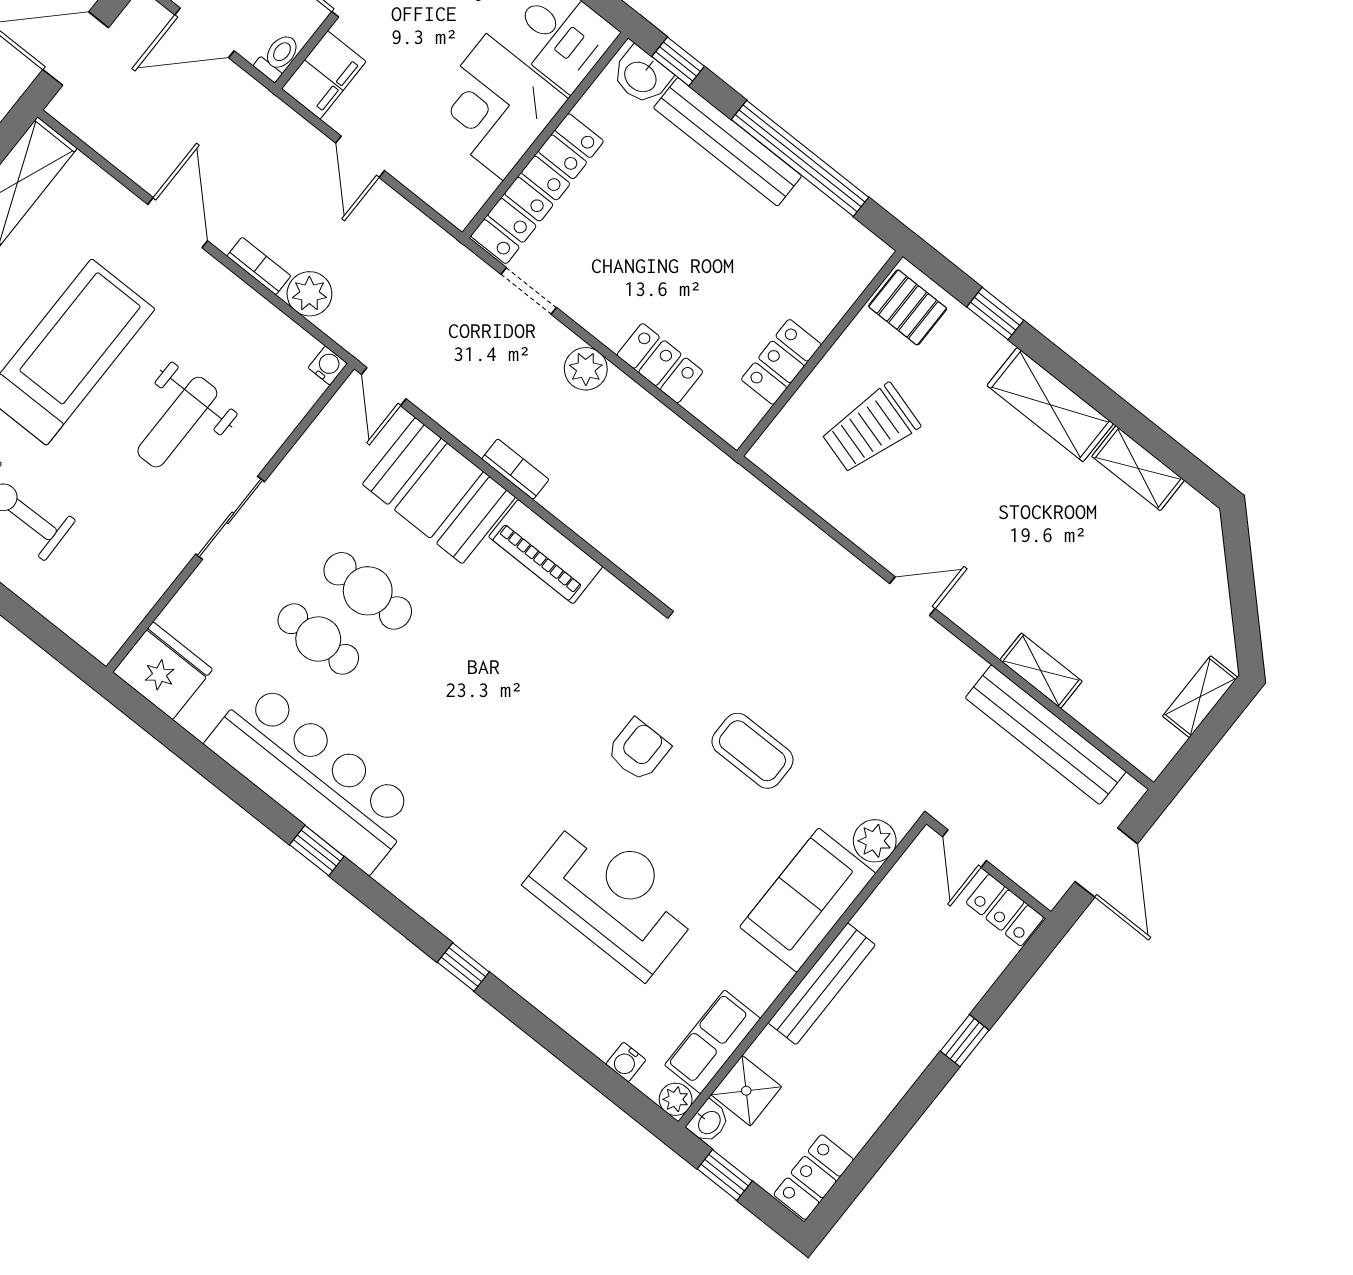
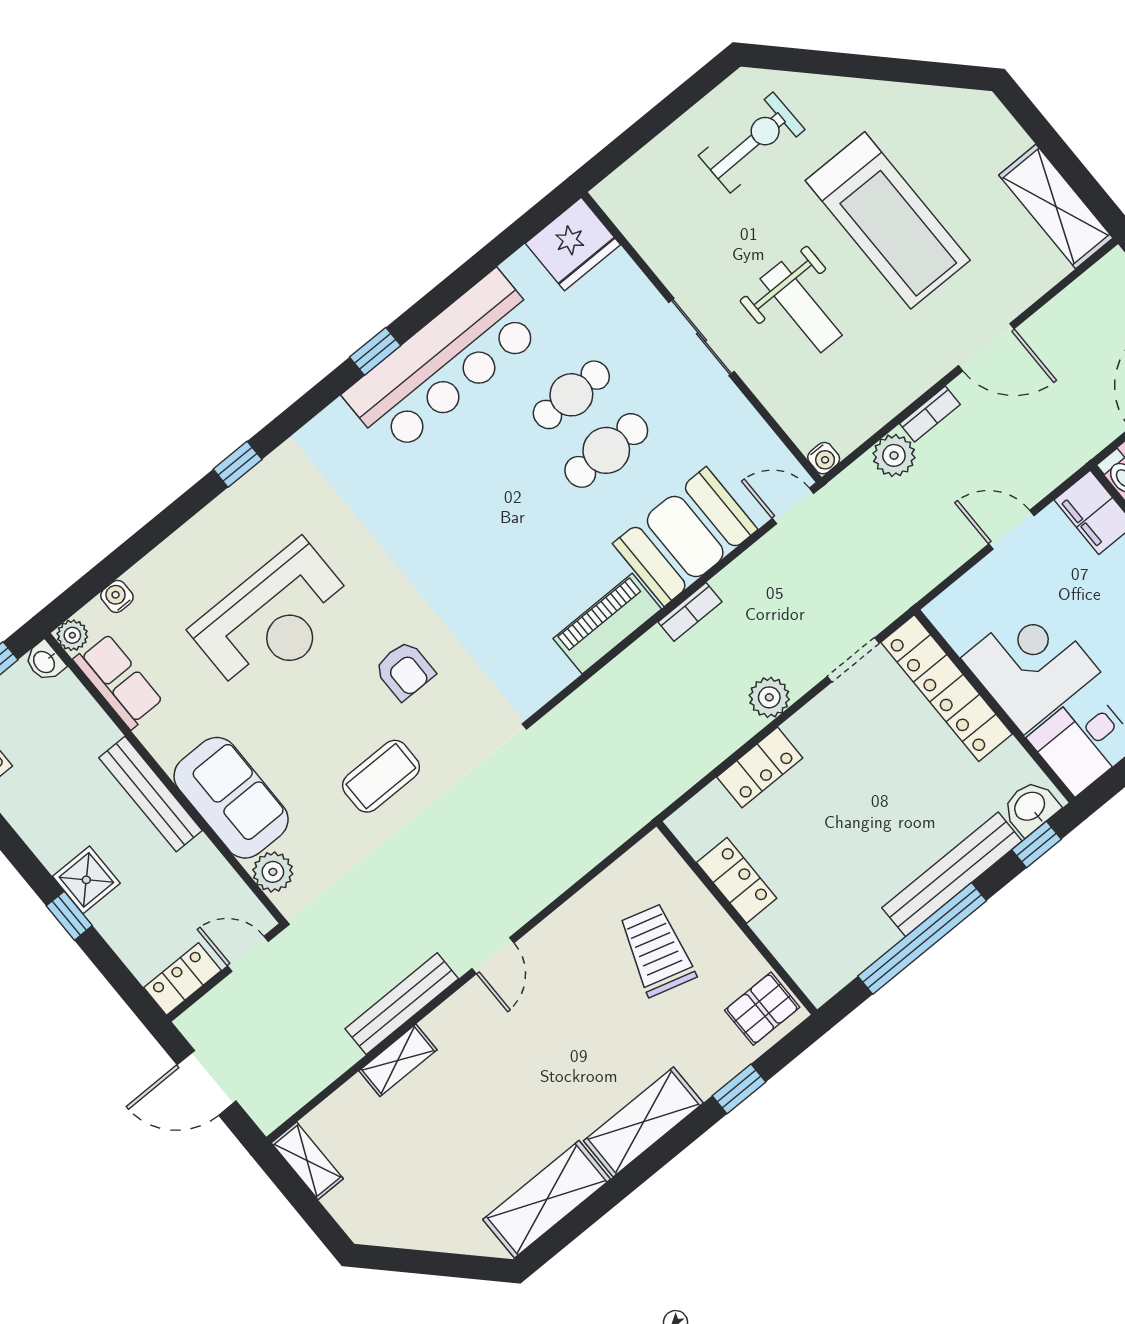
weight bench: (177, 422) -> (801, 307), turned 180
shelving: (1138, 468) -> (547, 1199), width x1.50, depth x1.33
shelving: (1200, 697) -> (307, 1161), moved
bench: (1046, 735) -> (402, 1004), moved, width x0.73, depth x0.82
shower: (746, 1091) -> (86, 880), moved

